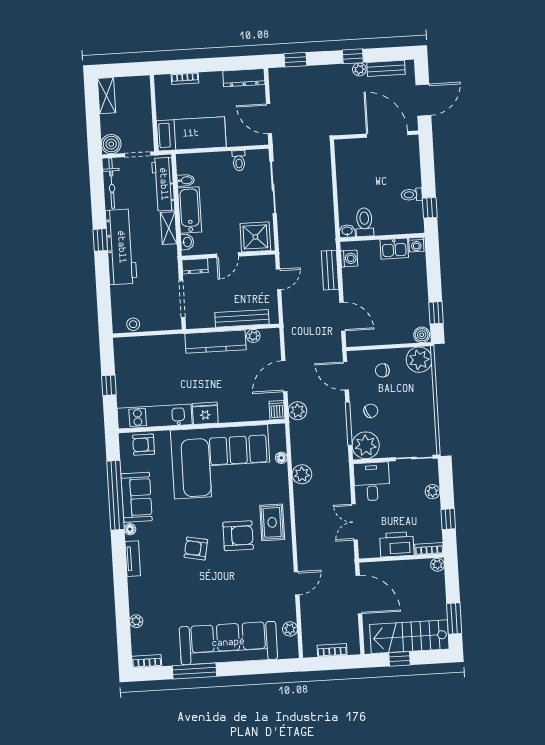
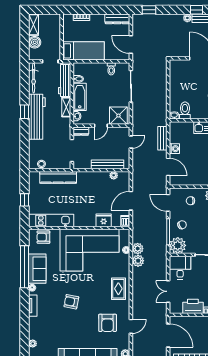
window: (353, 56) -> (197, 10), moved
boiler: (111, 144) -> (35, 42), moved
washing machine: (349, 258) -> (174, 149), moved
kitchen counter: (215, 342) -> (58, 177), moved
plant: (298, 411) -> (138, 249), moved
fridge: (205, 413) -> (104, 220), moved
armchair: (238, 536) -> (108, 323), moved, turned 90

